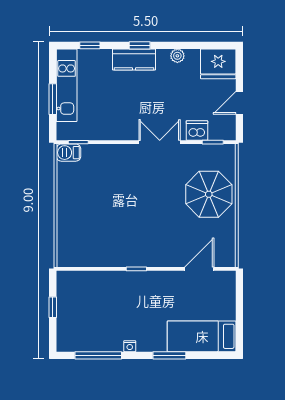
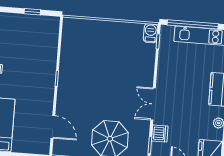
window: (53, 99) -> (193, 24), width x2.11
double door: (160, 142) -> (153, 104), swing flipped

